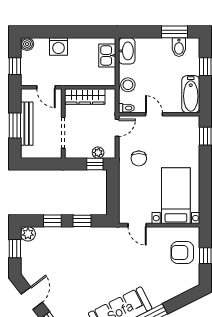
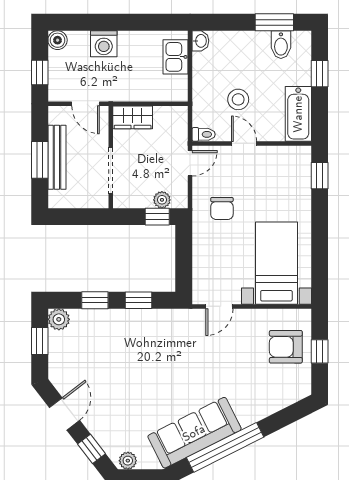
washbasin: (127, 51) -> (200, 41), width x0.52, depth x0.69
stool: (128, 85) -> (238, 99), moved
wardrobe: (85, 97) -> (133, 117), width x0.67
door: (137, 225) -> (219, 306), hinge flipped

